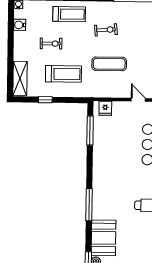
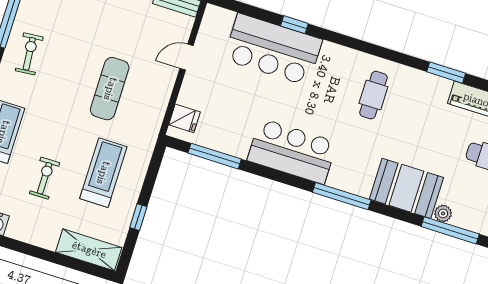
exercise bike: (106, 30) -> (29, 54), moved
bar counter: (105, 171) -> (292, 151), added

